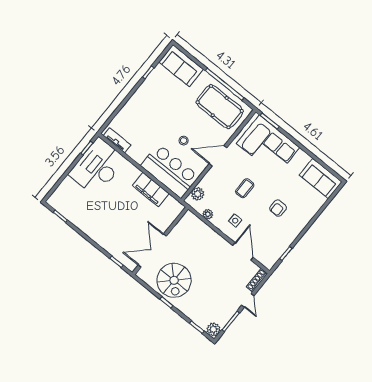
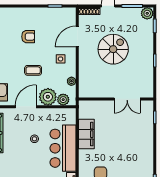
door: (218, 156) -> (26, 107), swing flipped
bar counter: (170, 171) -> (63, 148), moved
plant: (211, 182) -> (48, 97), added
double door: (152, 251) -> (127, 99), width x0.73
spiral stairs: (174, 280) -> (113, 49), moved

